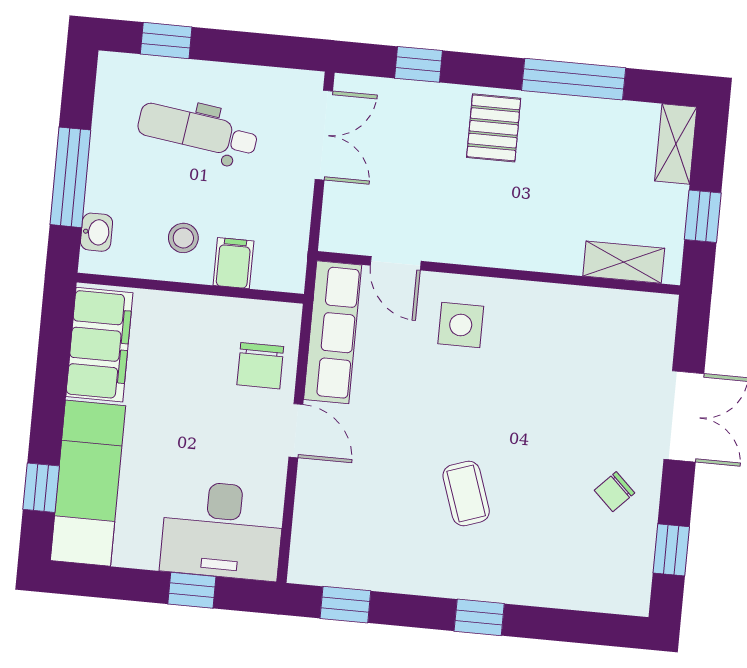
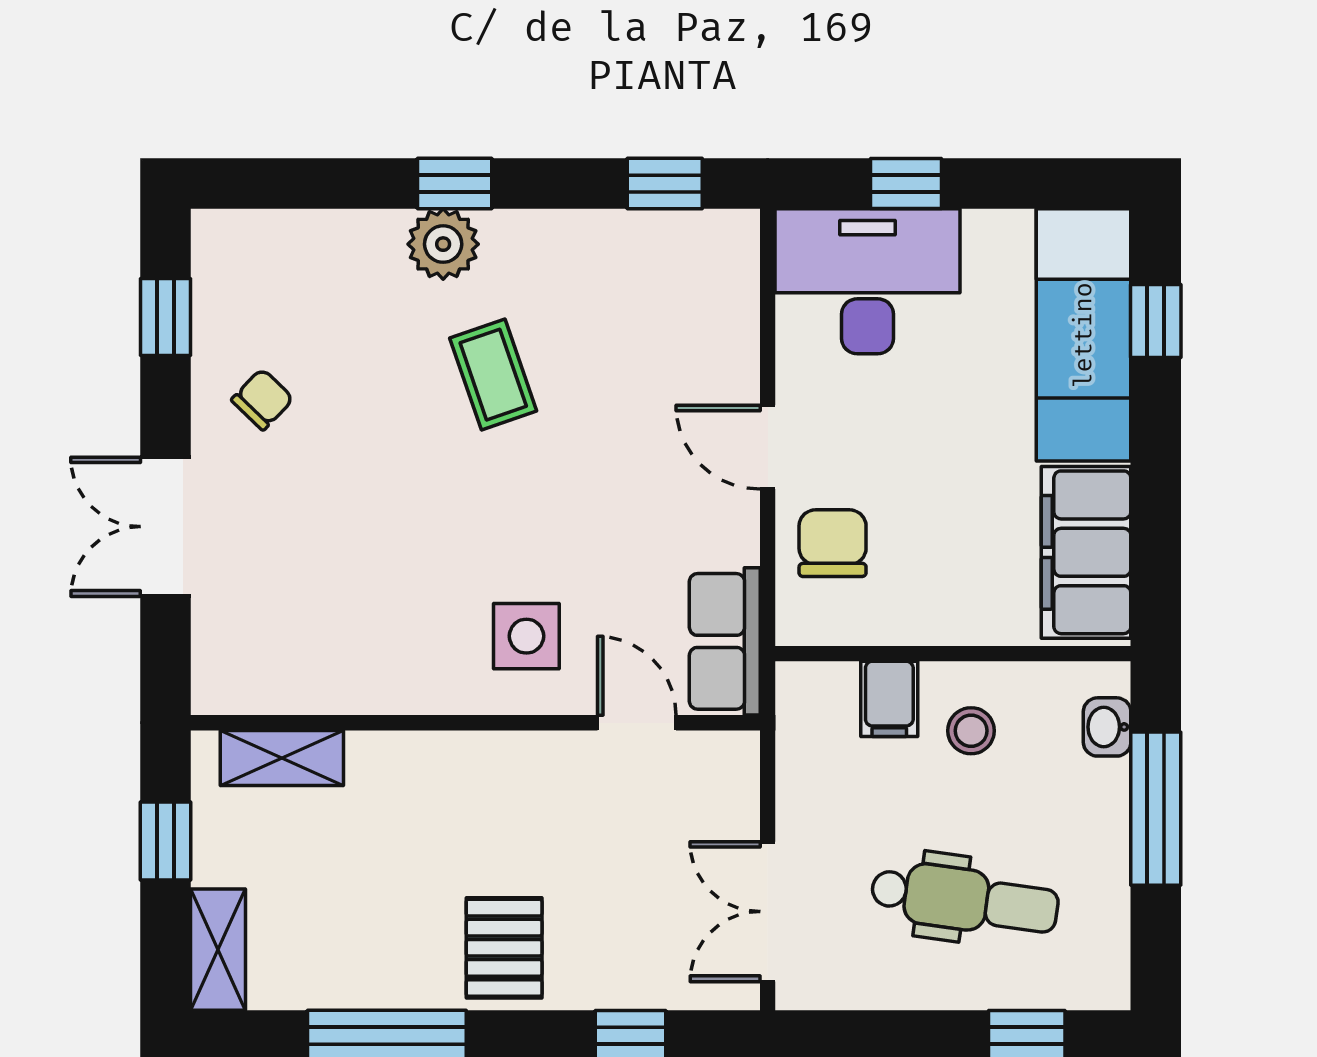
row of seats: (333, 332) -> (725, 641), width x0.68
plant: (490, 580) -> (443, 244), added

